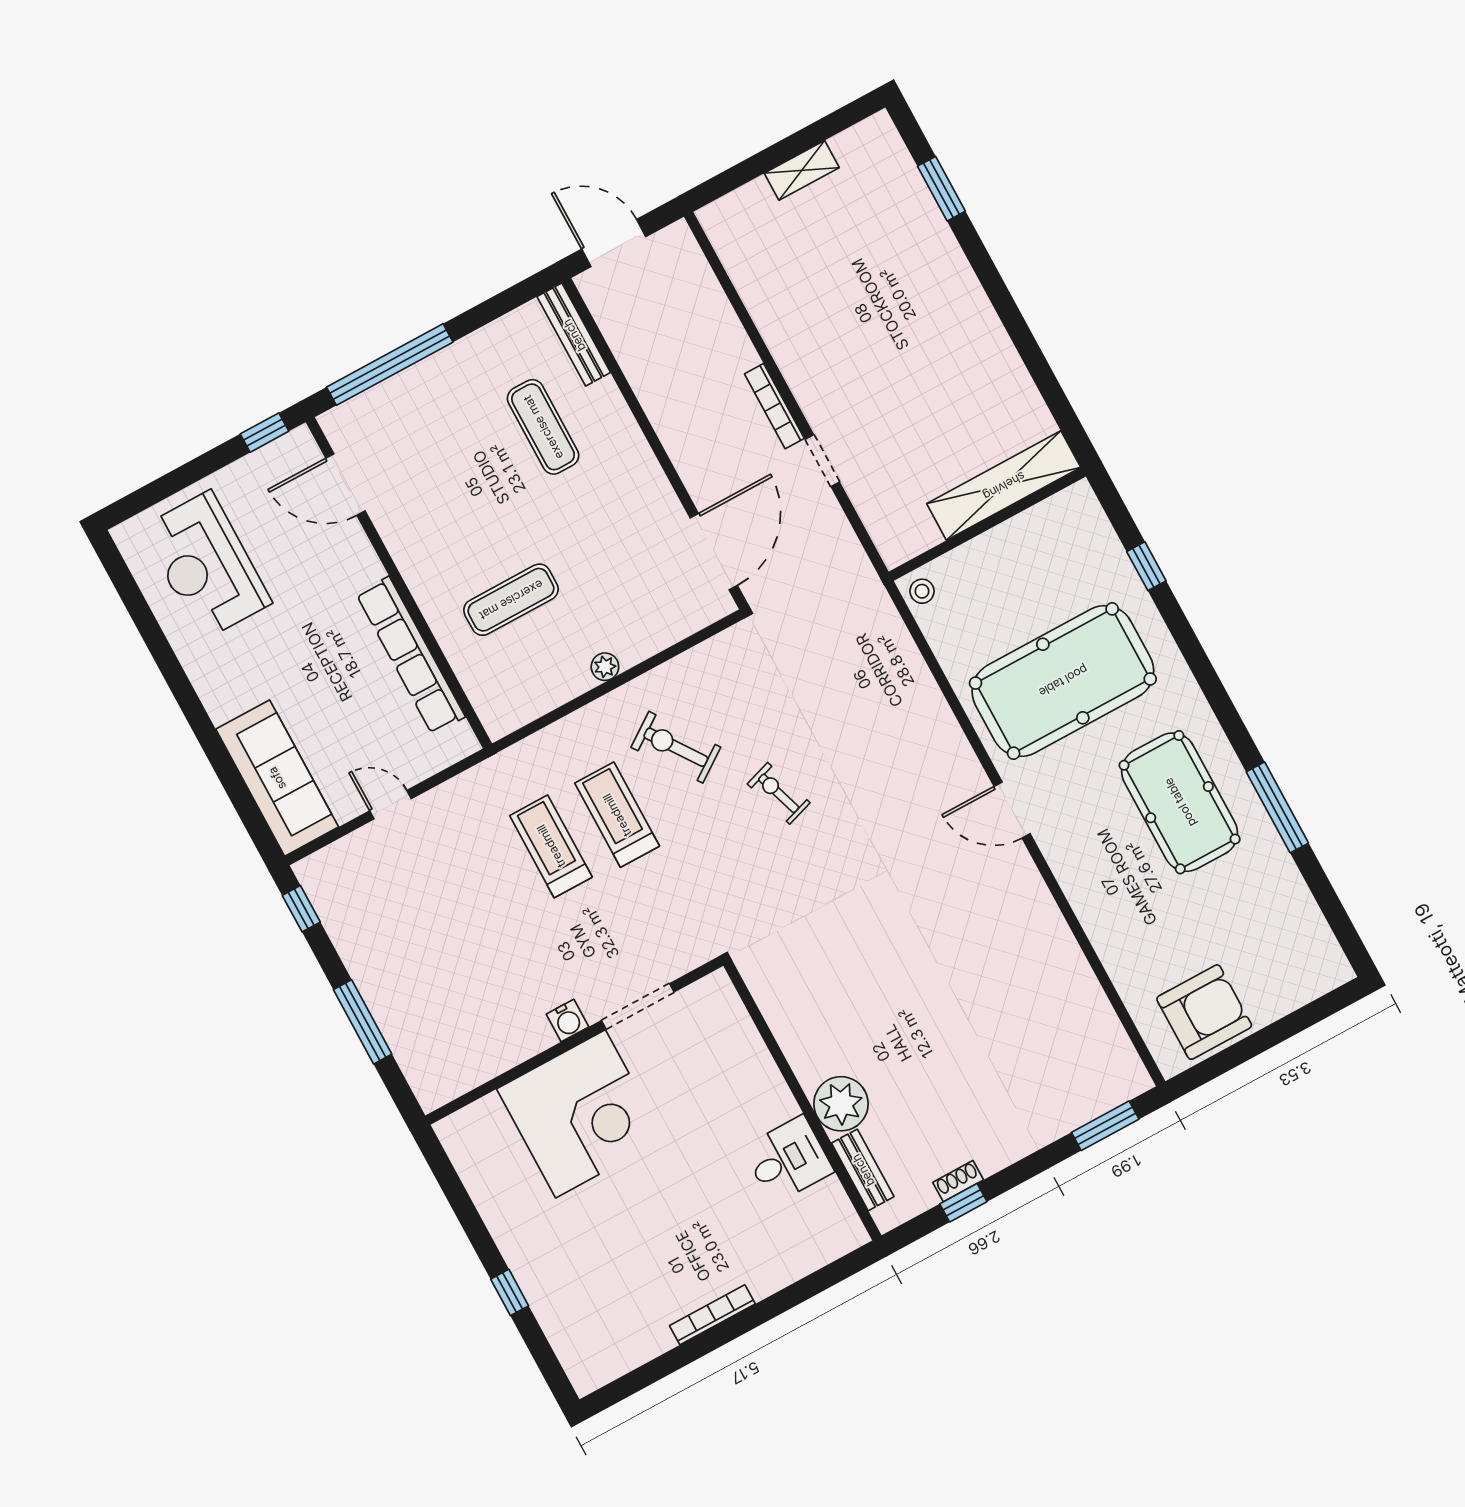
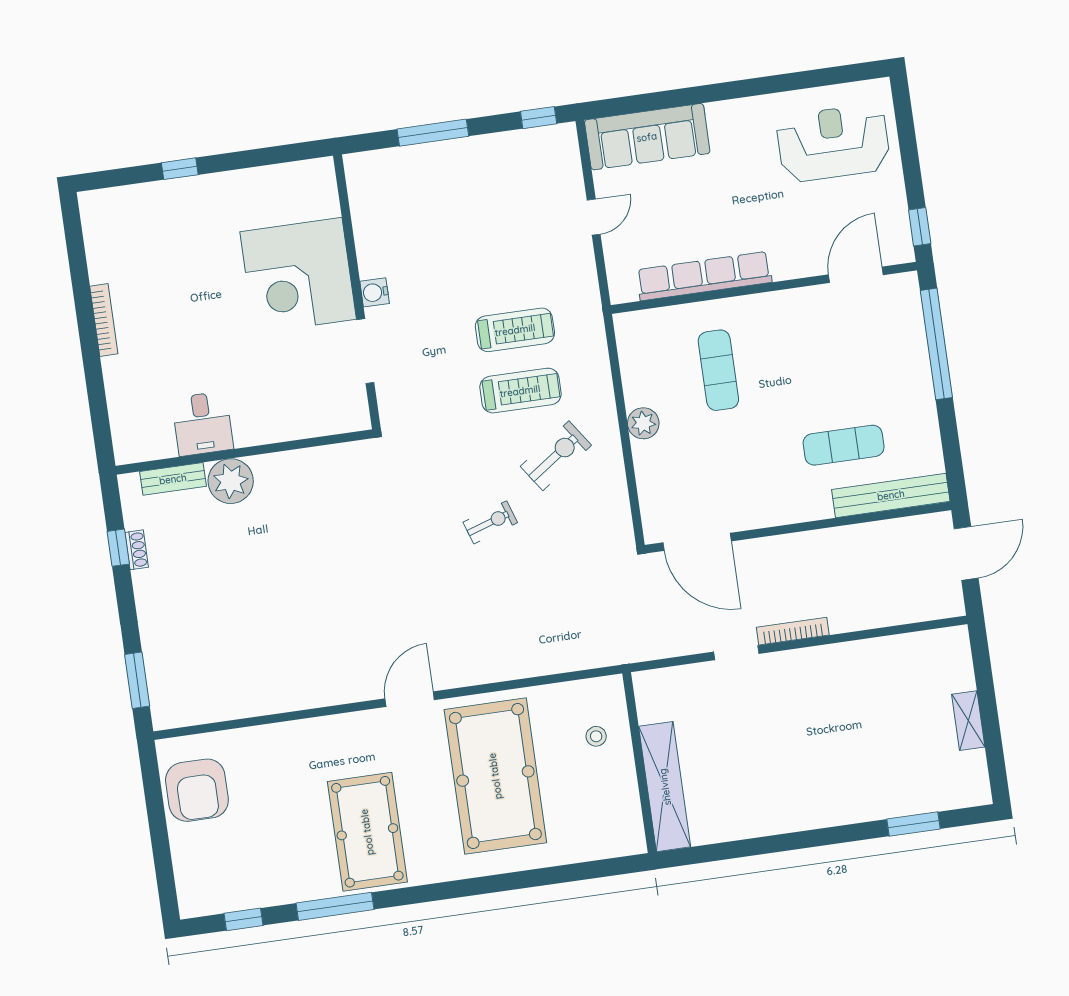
bench: (574, 335) -> (891, 495), width x1.37, depth x1.21
window: (1146, 566) -> (243, 919), moved
stool: (922, 591) -> (596, 736), moved
plant: (605, 667) -> (643, 423), width x1.38, depth x1.38
pool table: (1180, 802) -> (367, 832), turned 90

